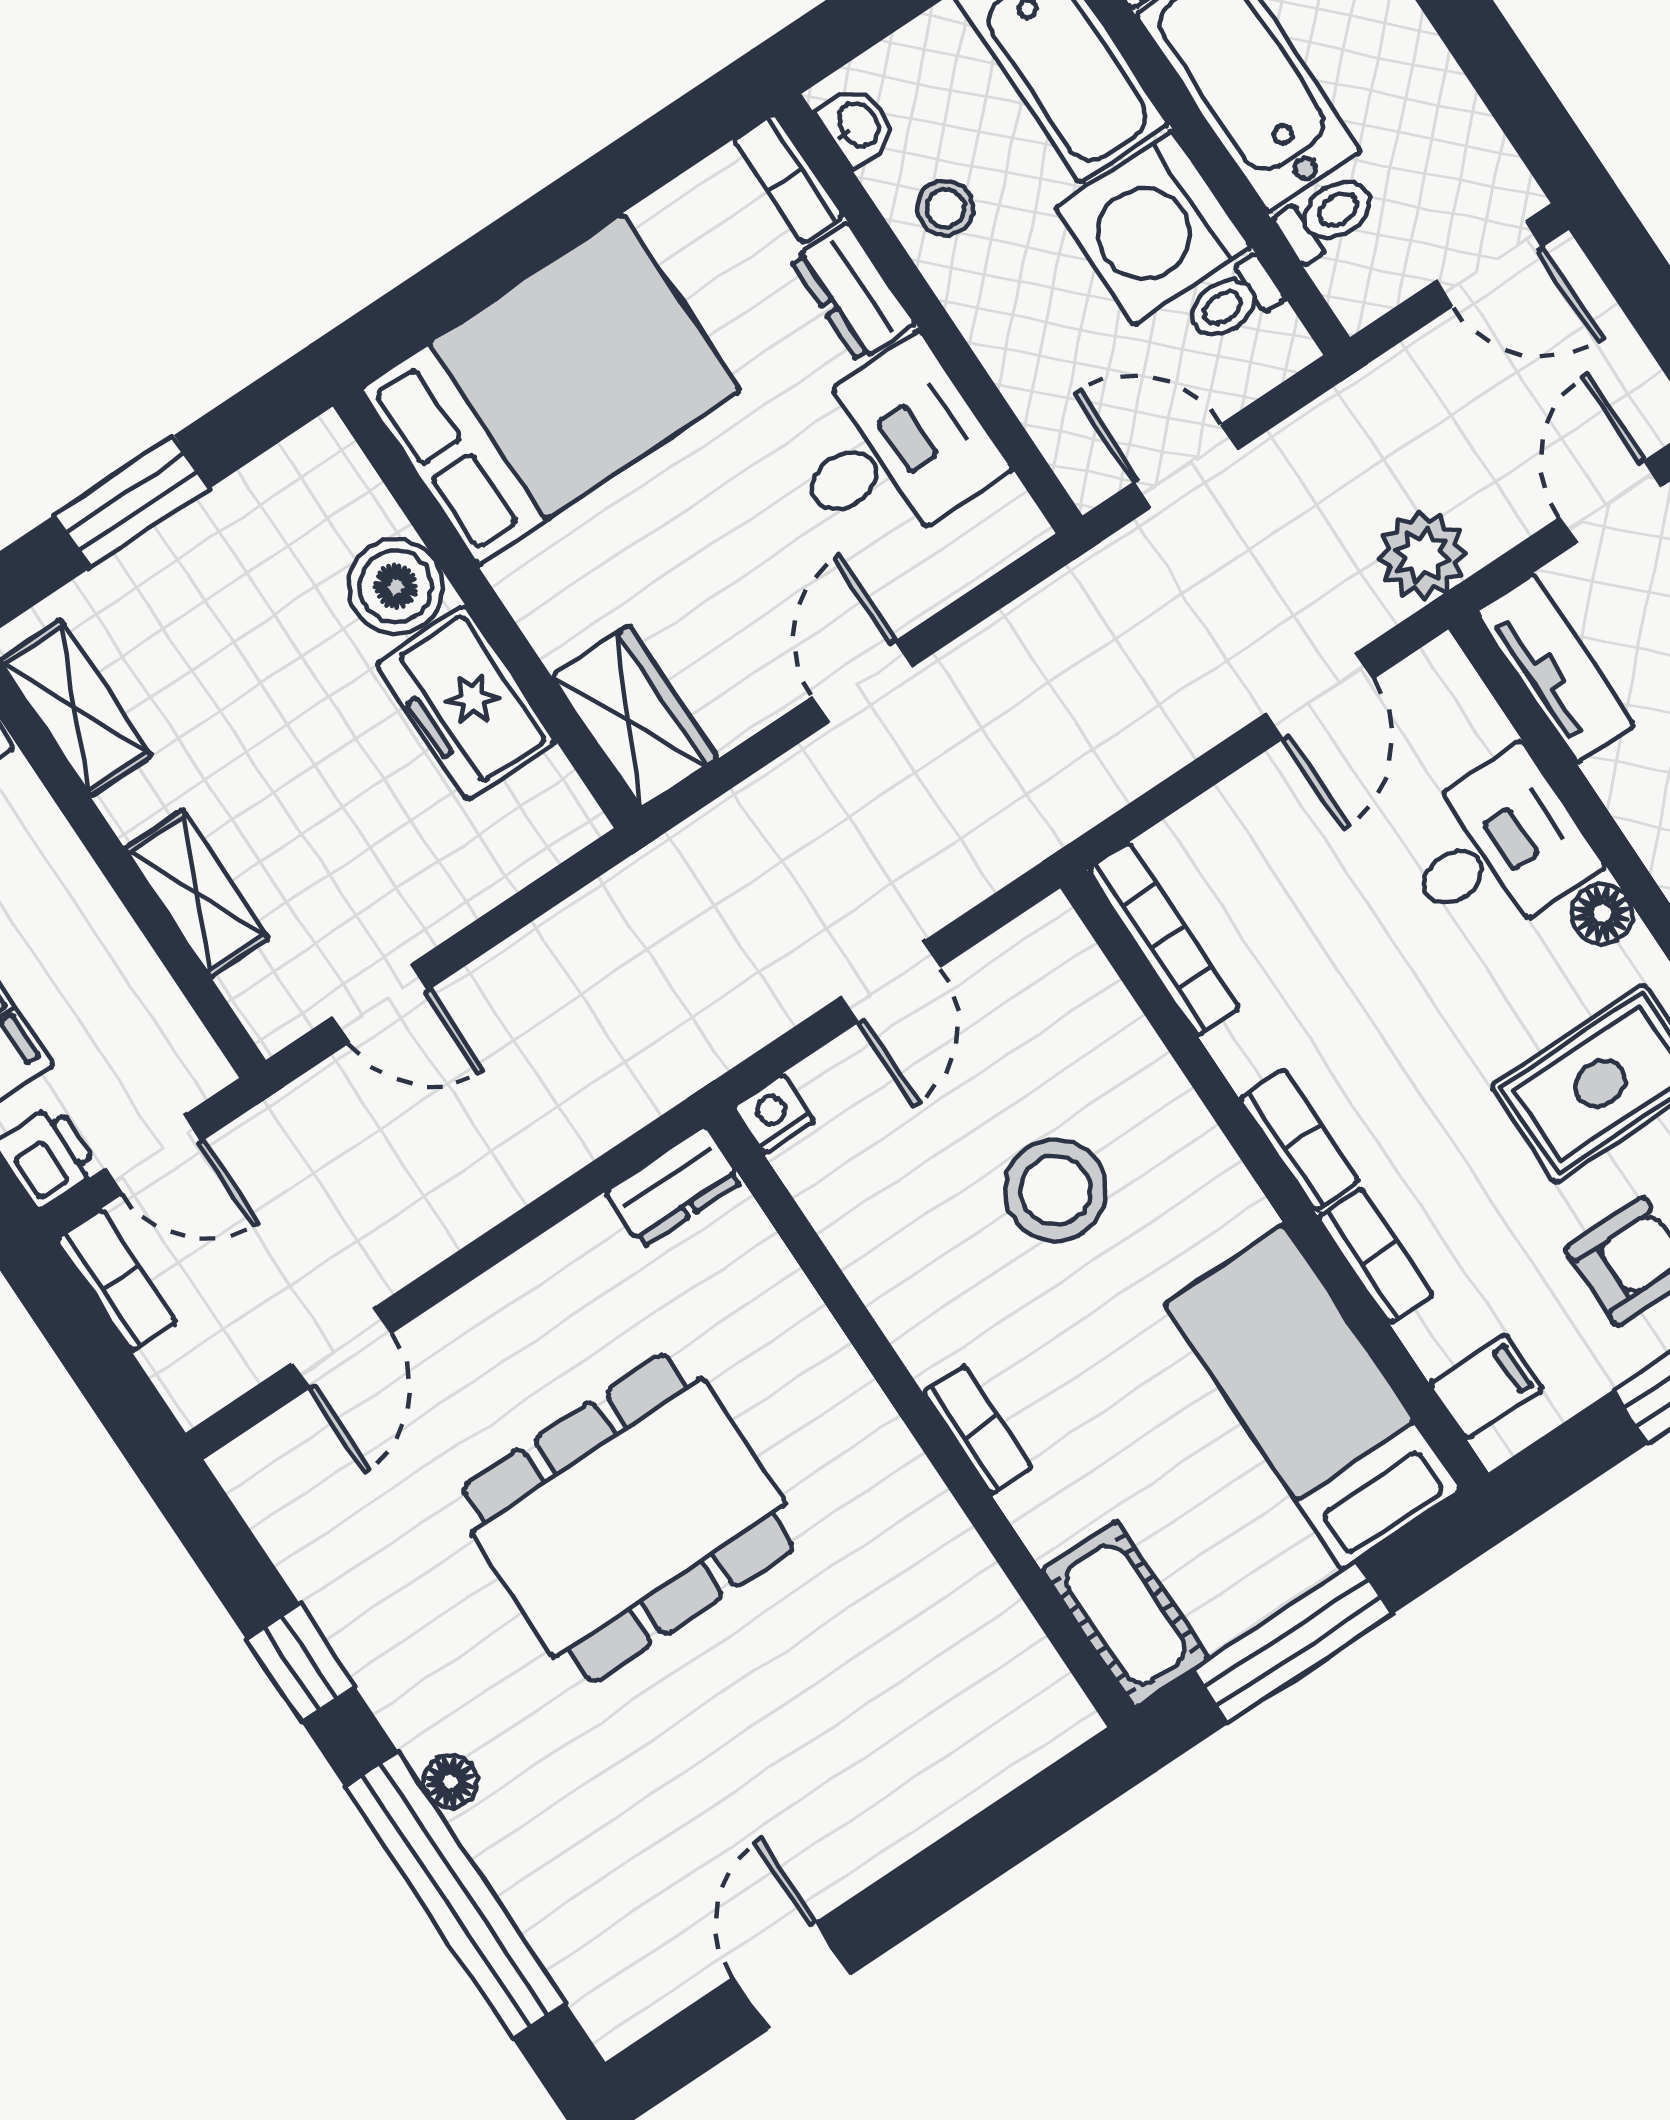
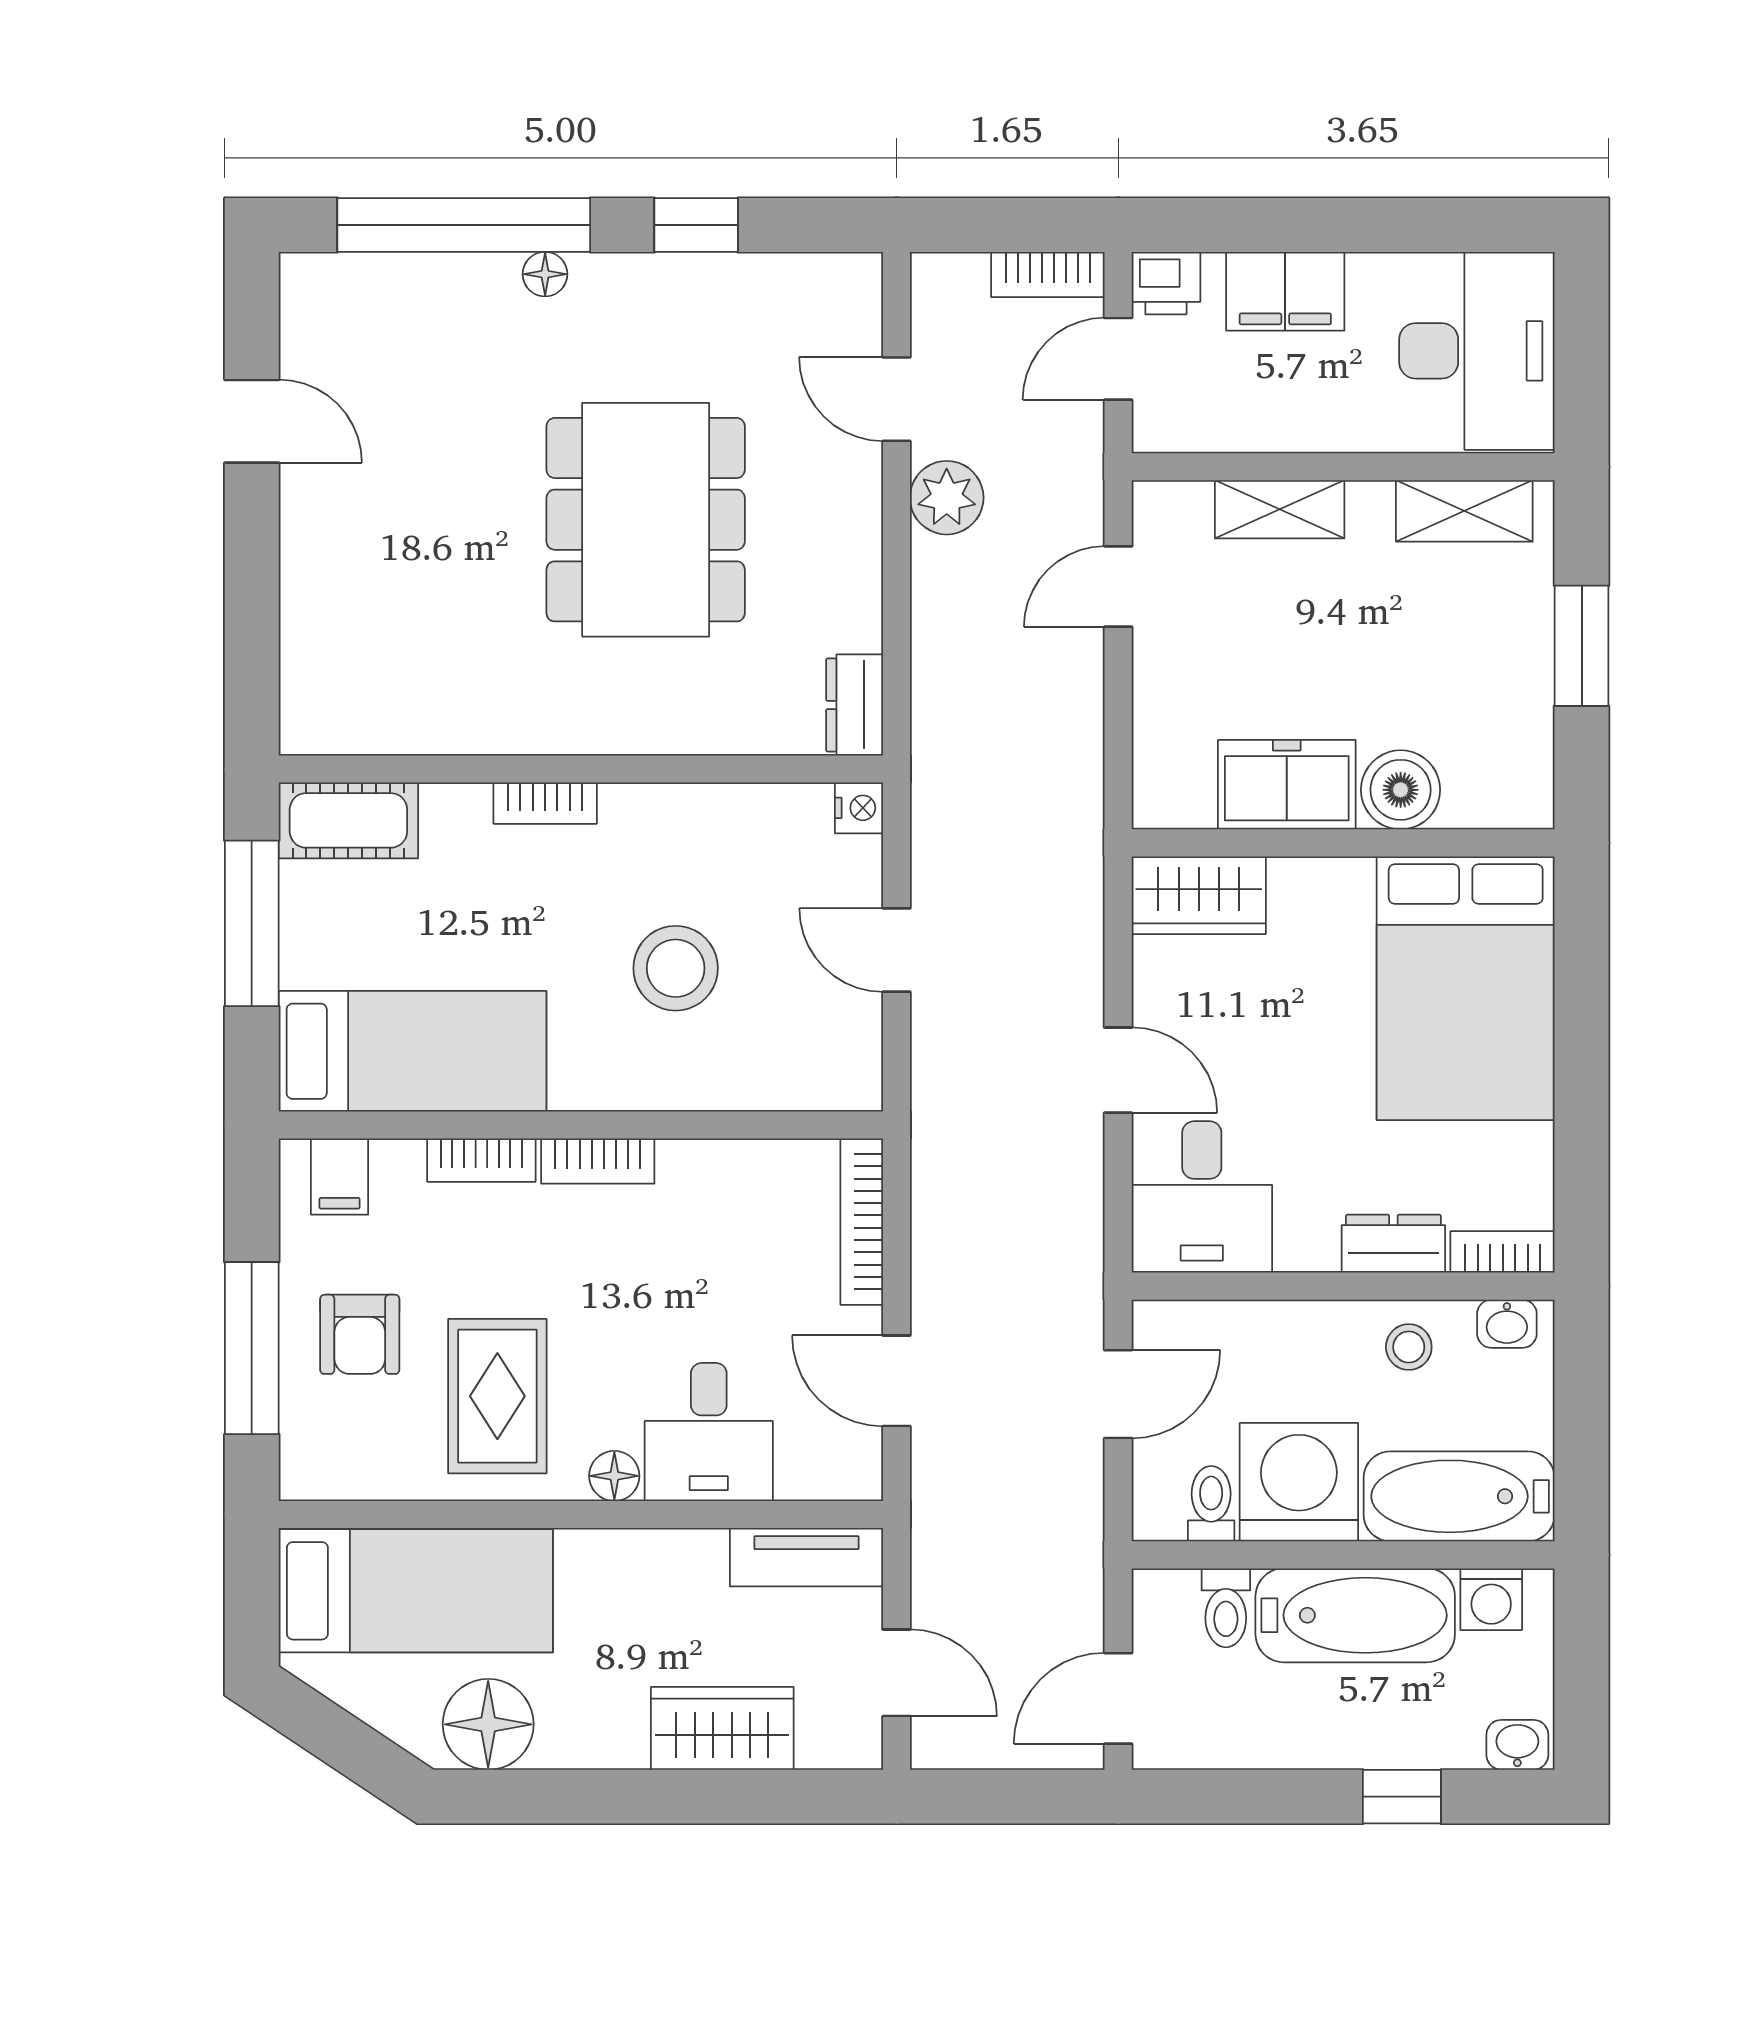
desk: (891, 450) -> (1202, 1197), moved
plant: (1422, 555) -> (947, 498), moved
bookcase: (1163, 939) -> (862, 1222), moved, turned 90

